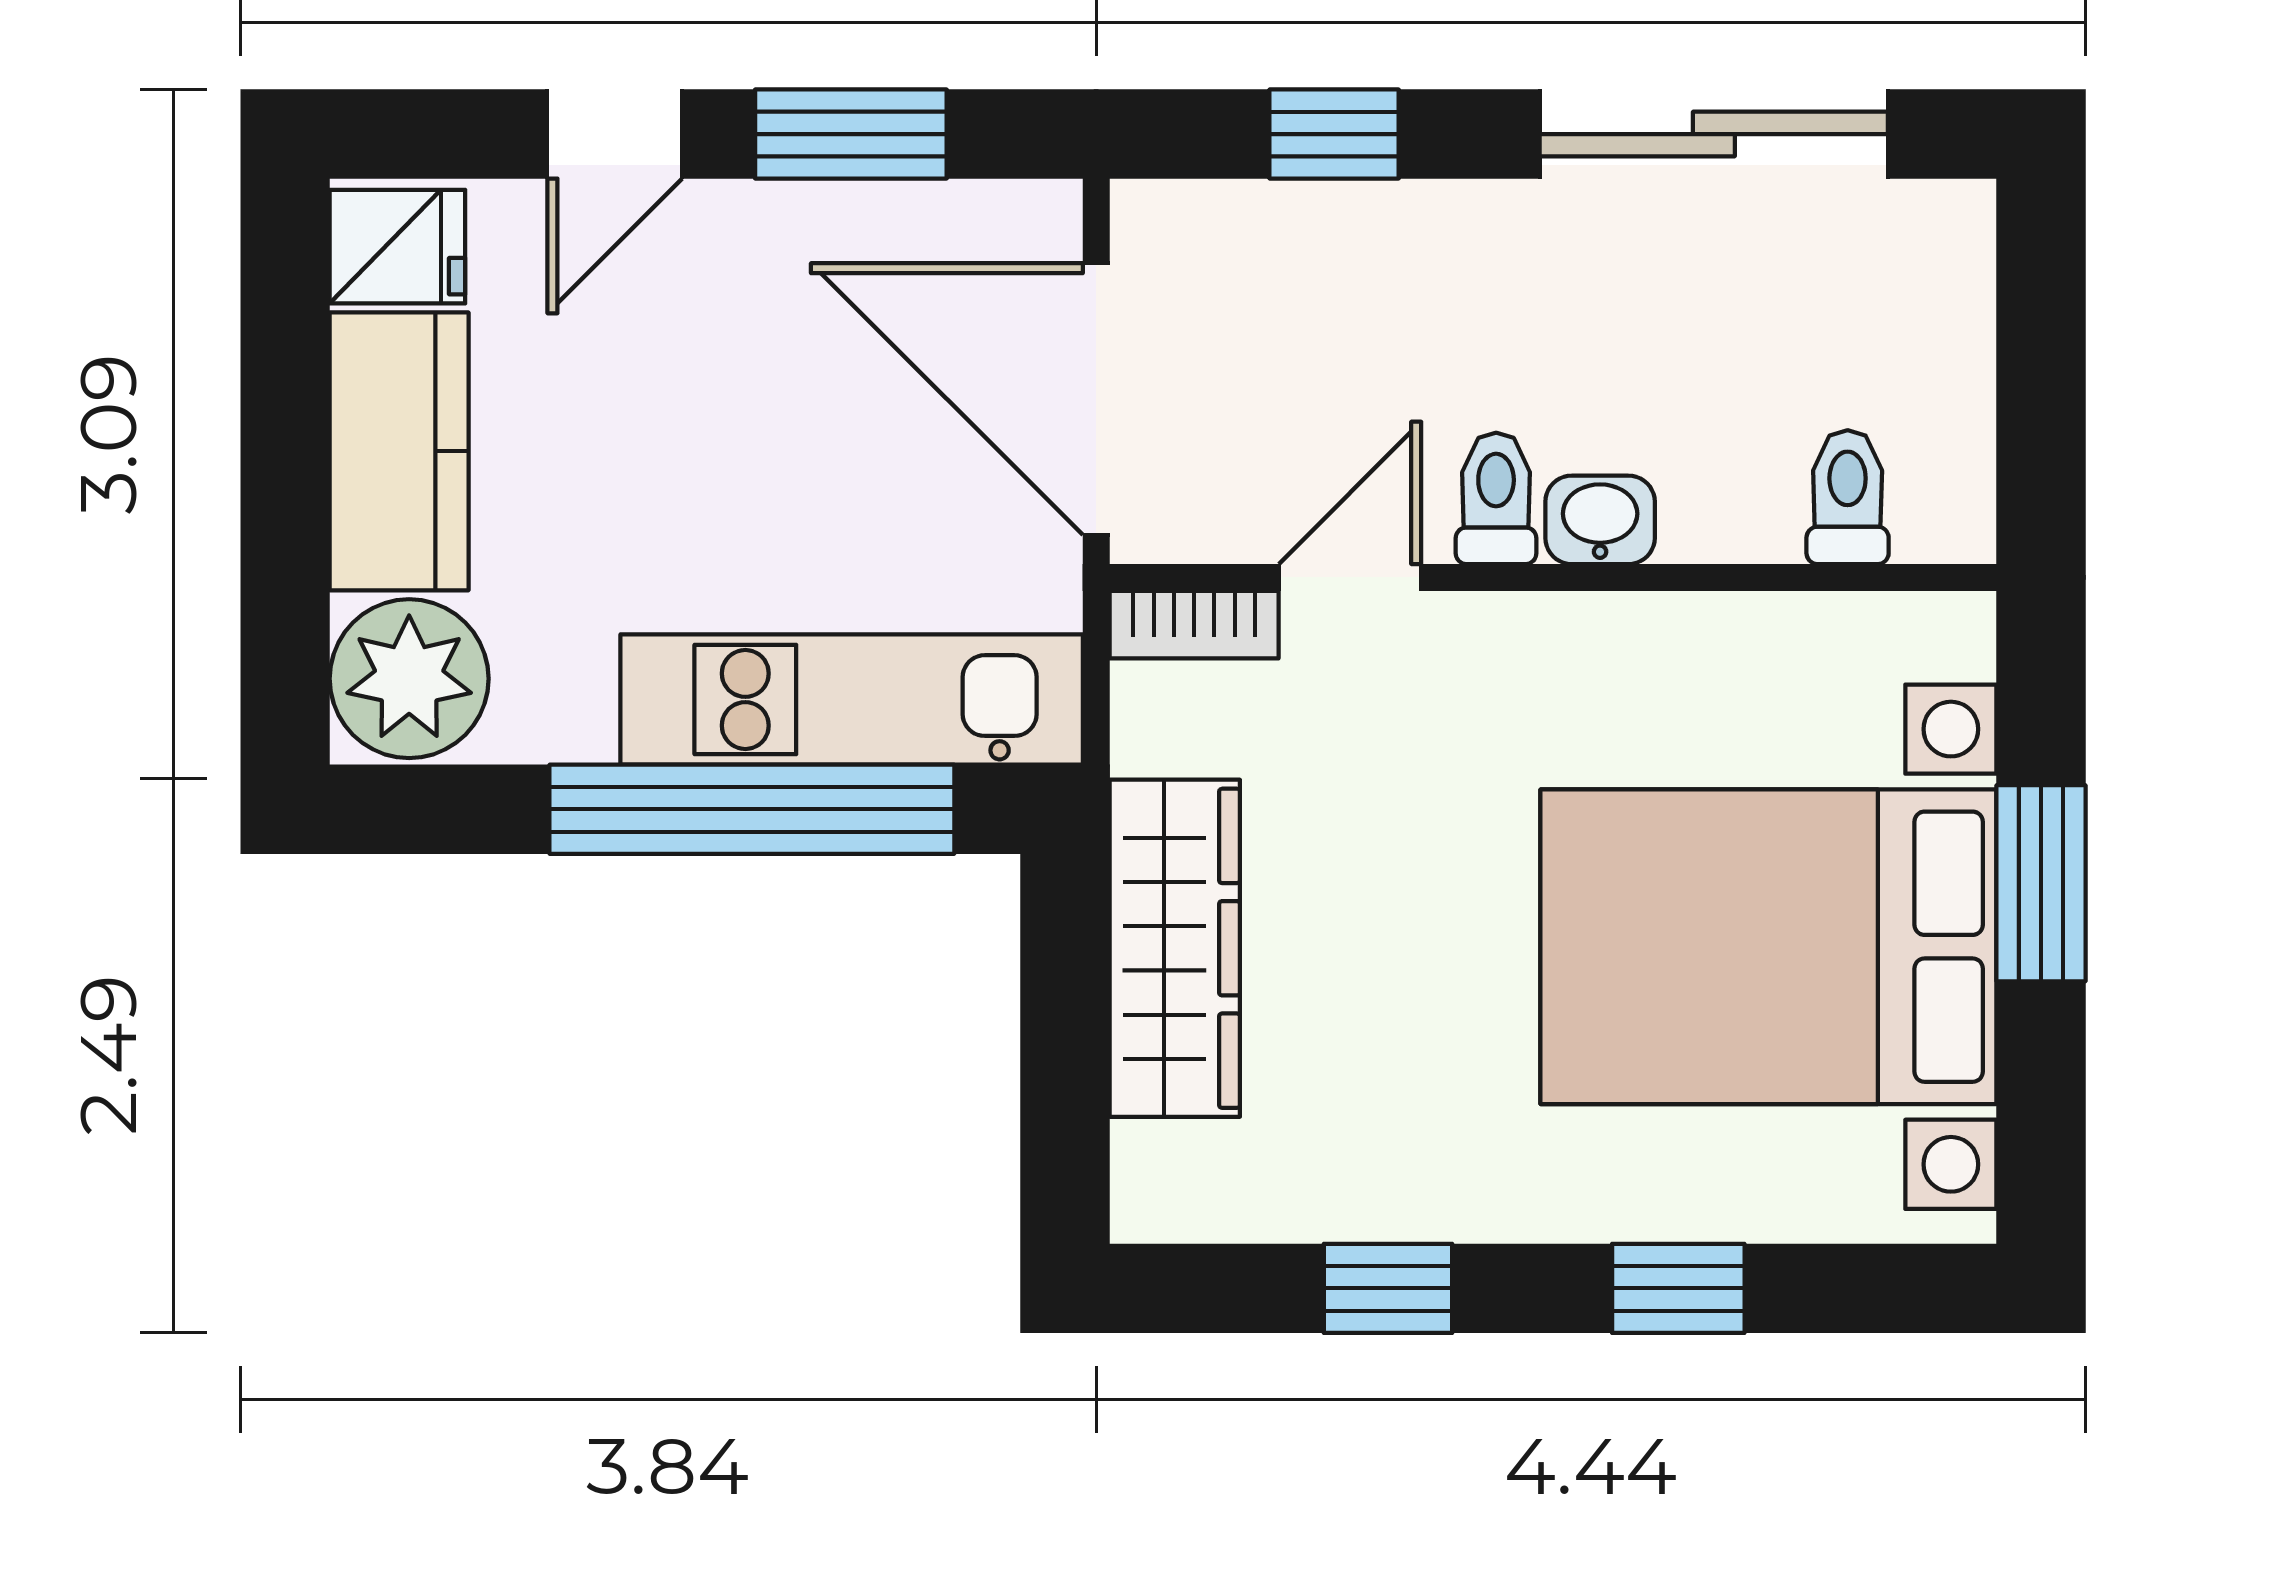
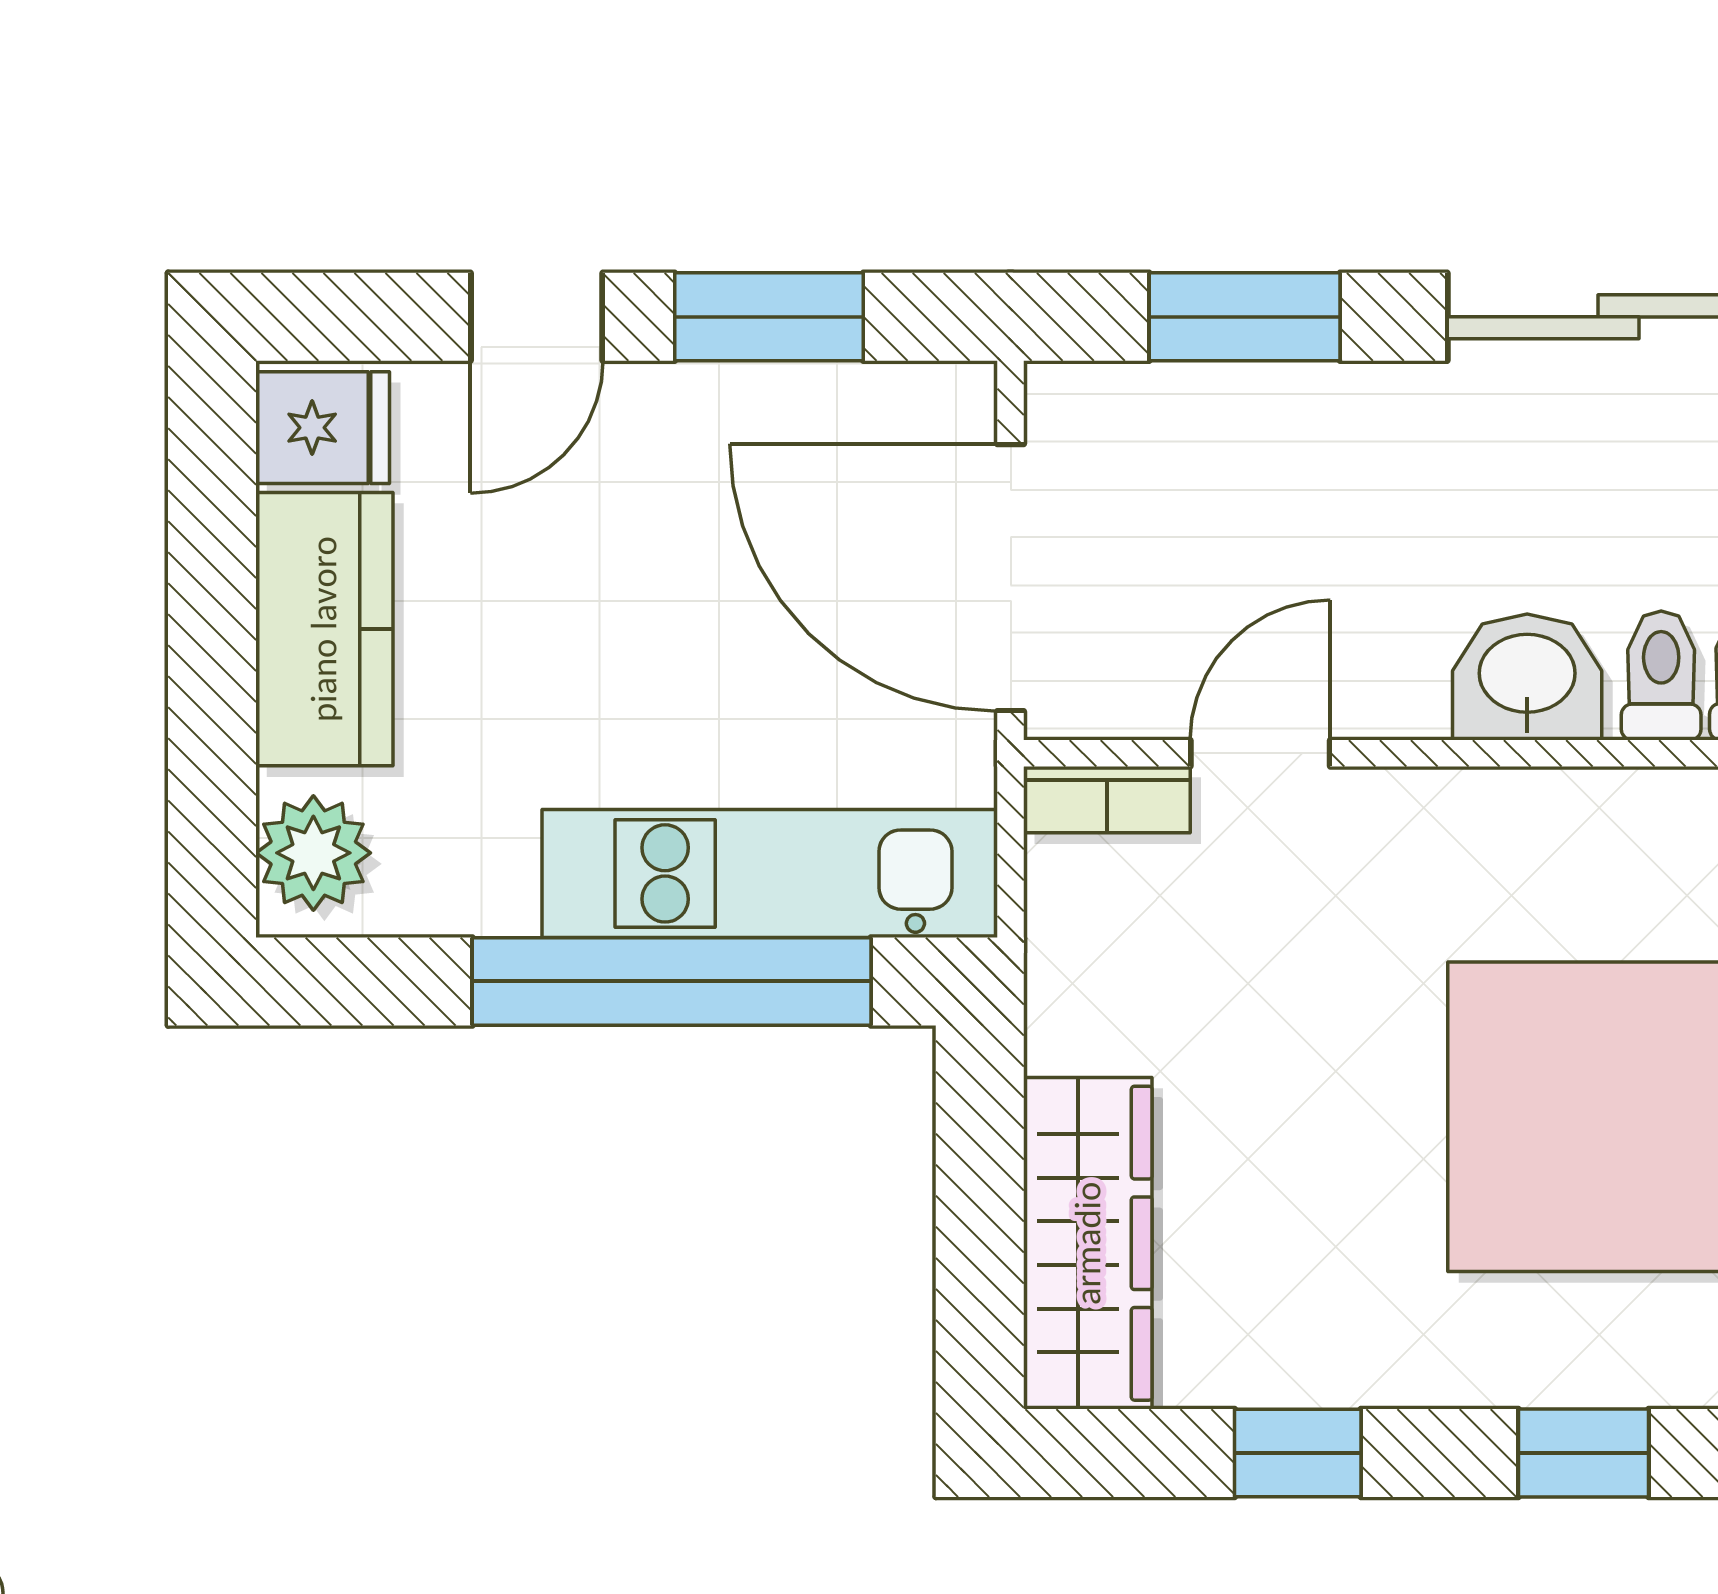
window: (1334, 134) -> (1245, 317), width x1.50
toilet: (1496, 498) -> (1661, 675), moved
washbasin: (1600, 520) -> (1527, 677), width x1.38, depth x1.45
plant: (409, 679) -> (313, 853), width x0.73, depth x0.73
wardrobe: (1175, 948) -> (1088, 1243), moved

